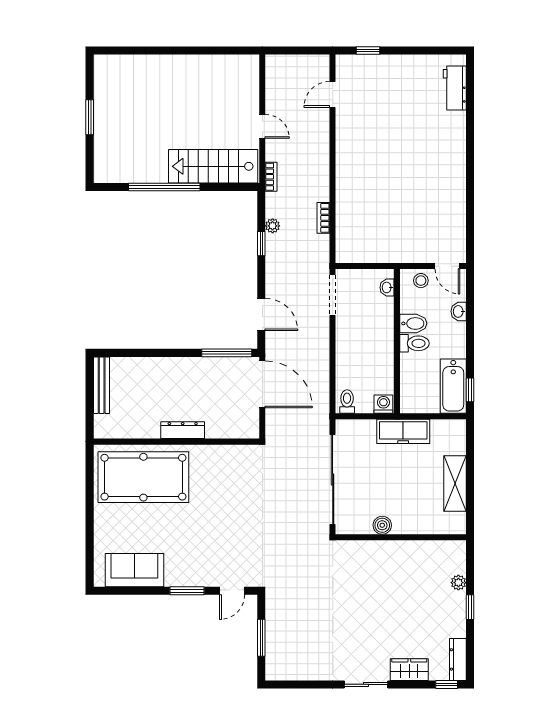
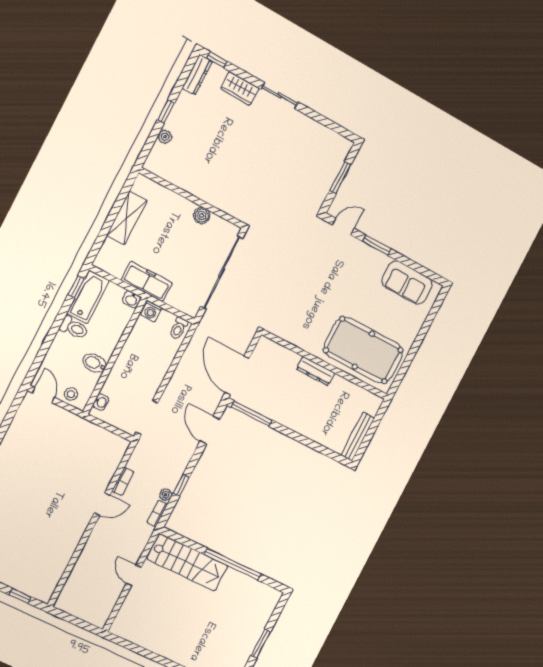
door: (333, 94) -> (102, 504), moved
bookcase: (271, 177) -> (157, 513), moved
washbasin: (459, 311) -> (131, 299), moved, turned 90
toilet: (414, 343) -> (74, 328), moved, turned 180

